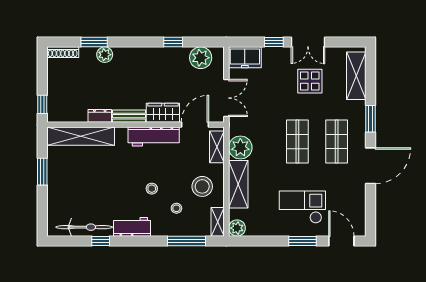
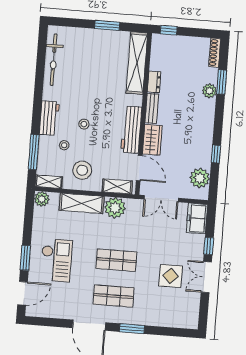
shelving: (356, 76) -> (172, 319), removed
workbench: (132, 227) -> (49, 118), moved
window: (101, 241) -> (40, 74), removed

